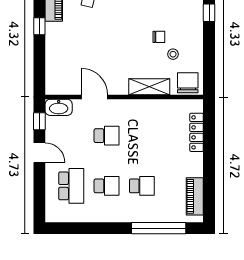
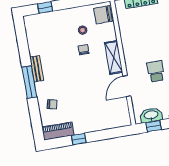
chair: (159, 37) -> (84, 50), moved
shelving: (149, 87) -> (114, 57), moved
washbasin: (59, 107) -> (151, 115), moved, turned -90

